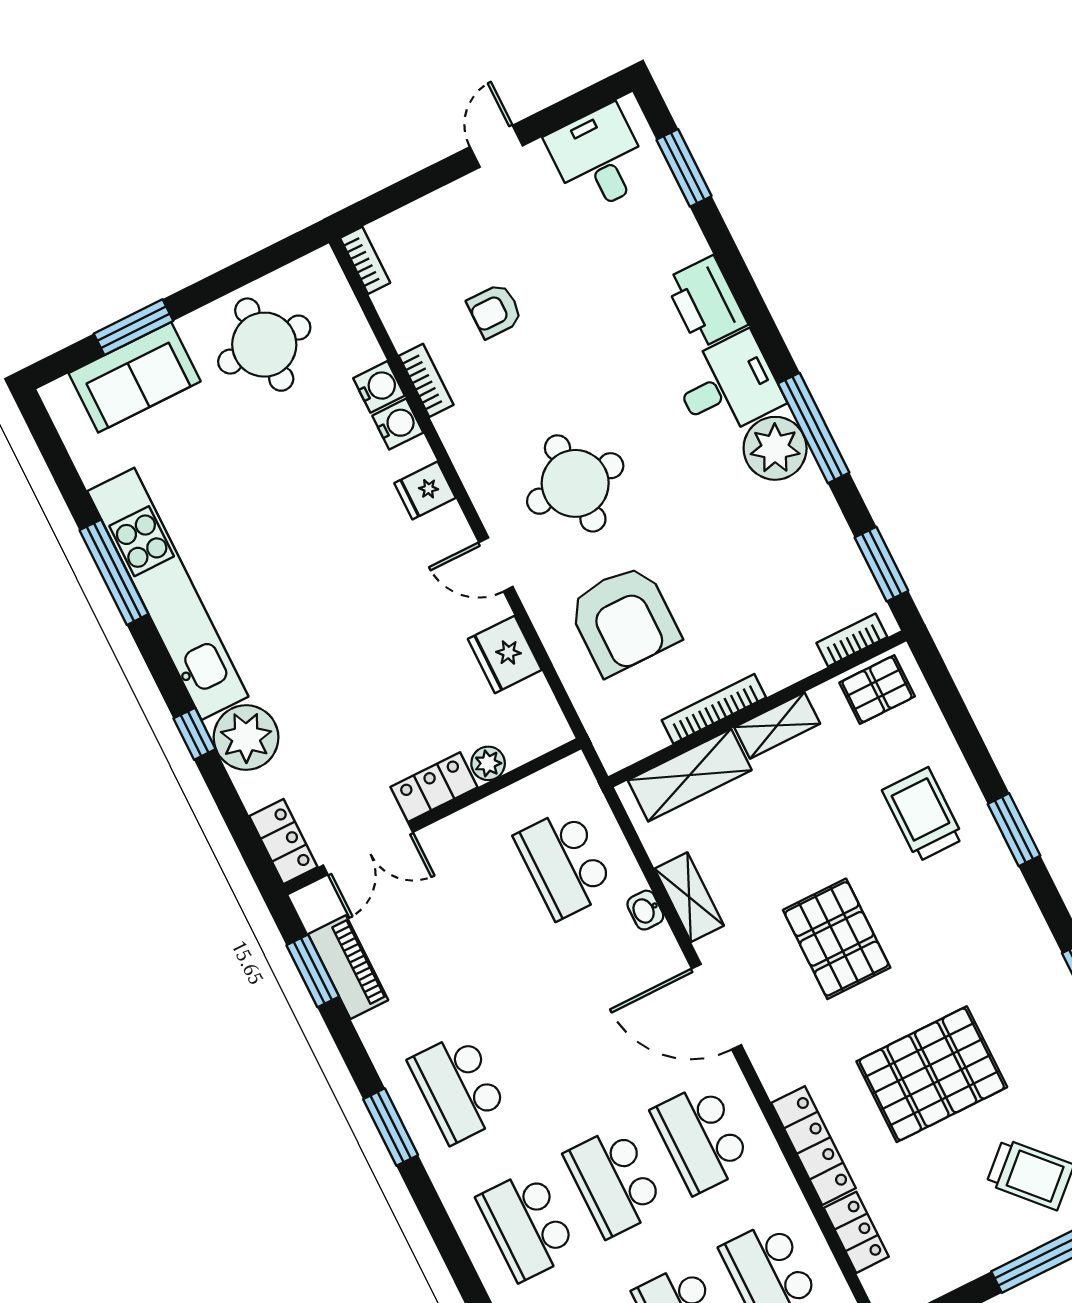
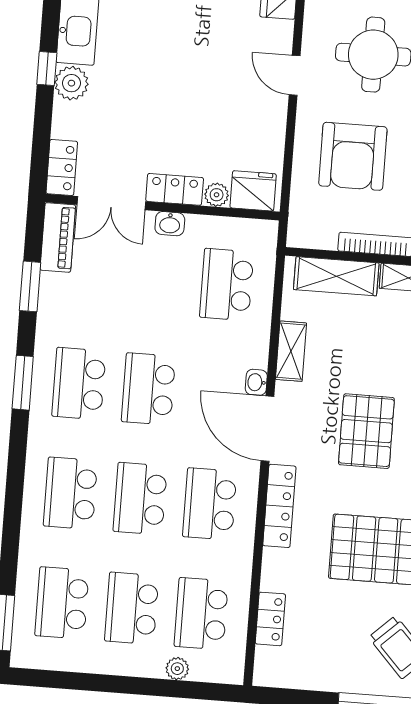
fridge: (505, 654) -> (253, 191), moved, turned 90
plant: (246, 738) -> (71, 83), width x0.73, depth x0.73
washbasin: (453, 831) -> (170, 224), added
washbasin: (645, 910) -> (256, 382), moved
piano: (348, 967) -> (58, 237), moved
window: (313, 971) -> (30, 286), moved
school desk: (546, 1044) -> (148, 389), added
locker: (814, 1146) -> (279, 506), moved

